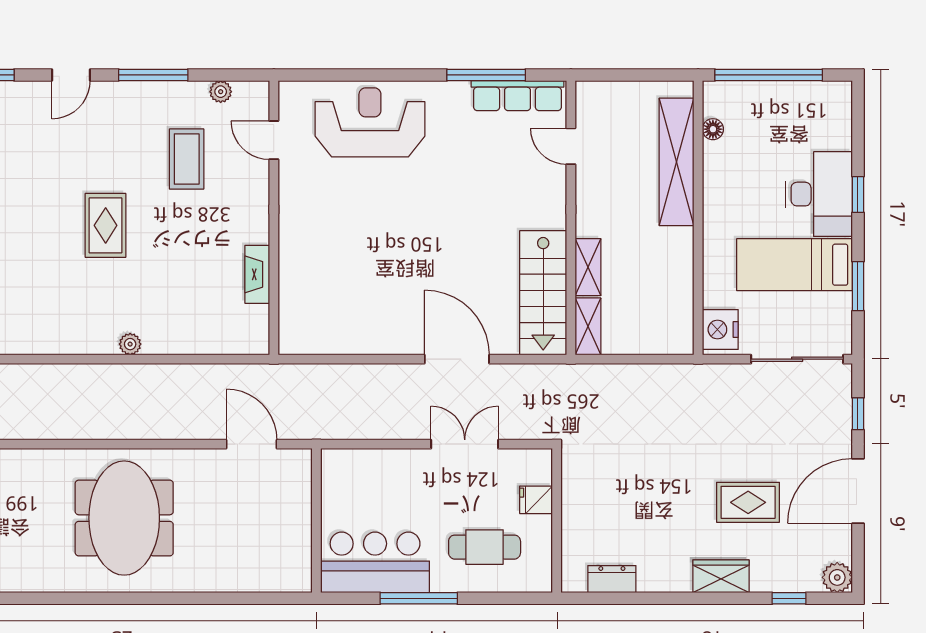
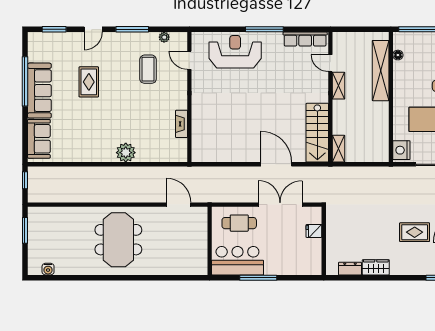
window: (486, 75) -> (264, 29), moved
rug: (106, 225) -> (89, 82), moved
shelving: (588, 267) -> (339, 86), moved
plant: (130, 344) -> (126, 153), width x1.87, depth x1.87
double door: (465, 444) -> (280, 205), width x1.37
cafe table: (485, 547) -> (239, 223), moved
wardrobe: (721, 576) -> (376, 267), moved

